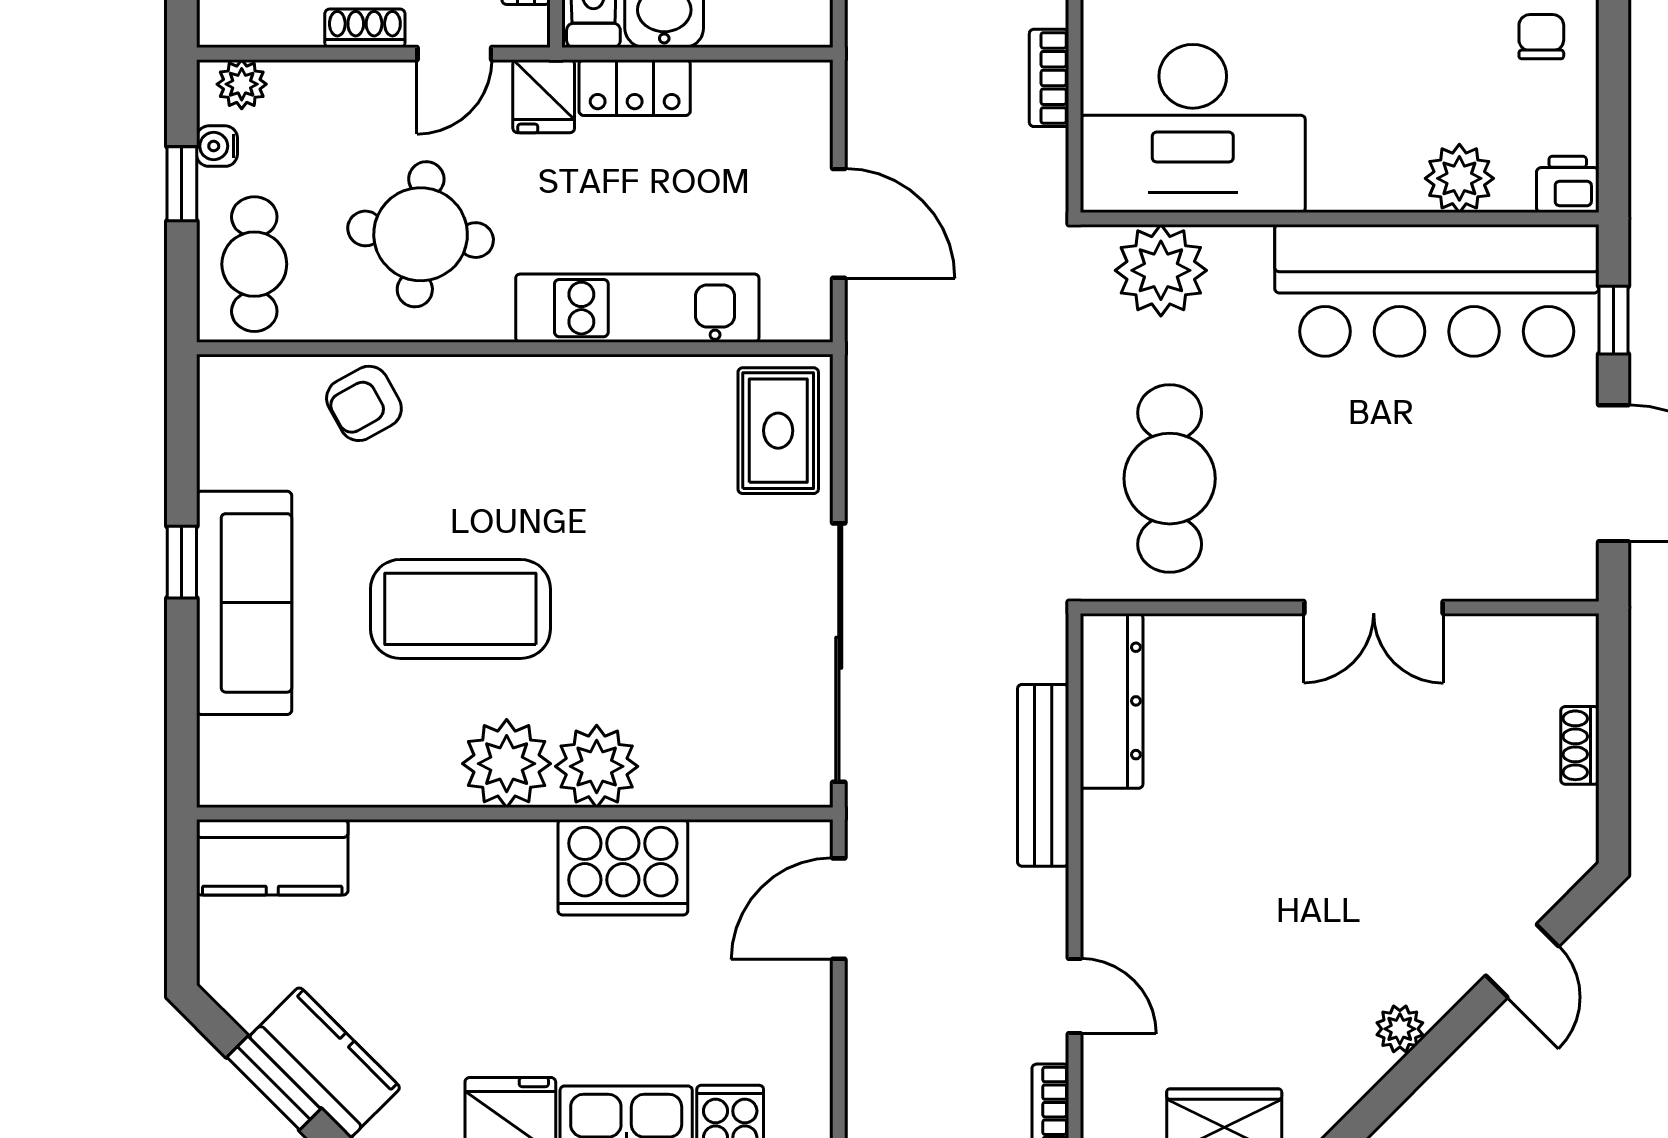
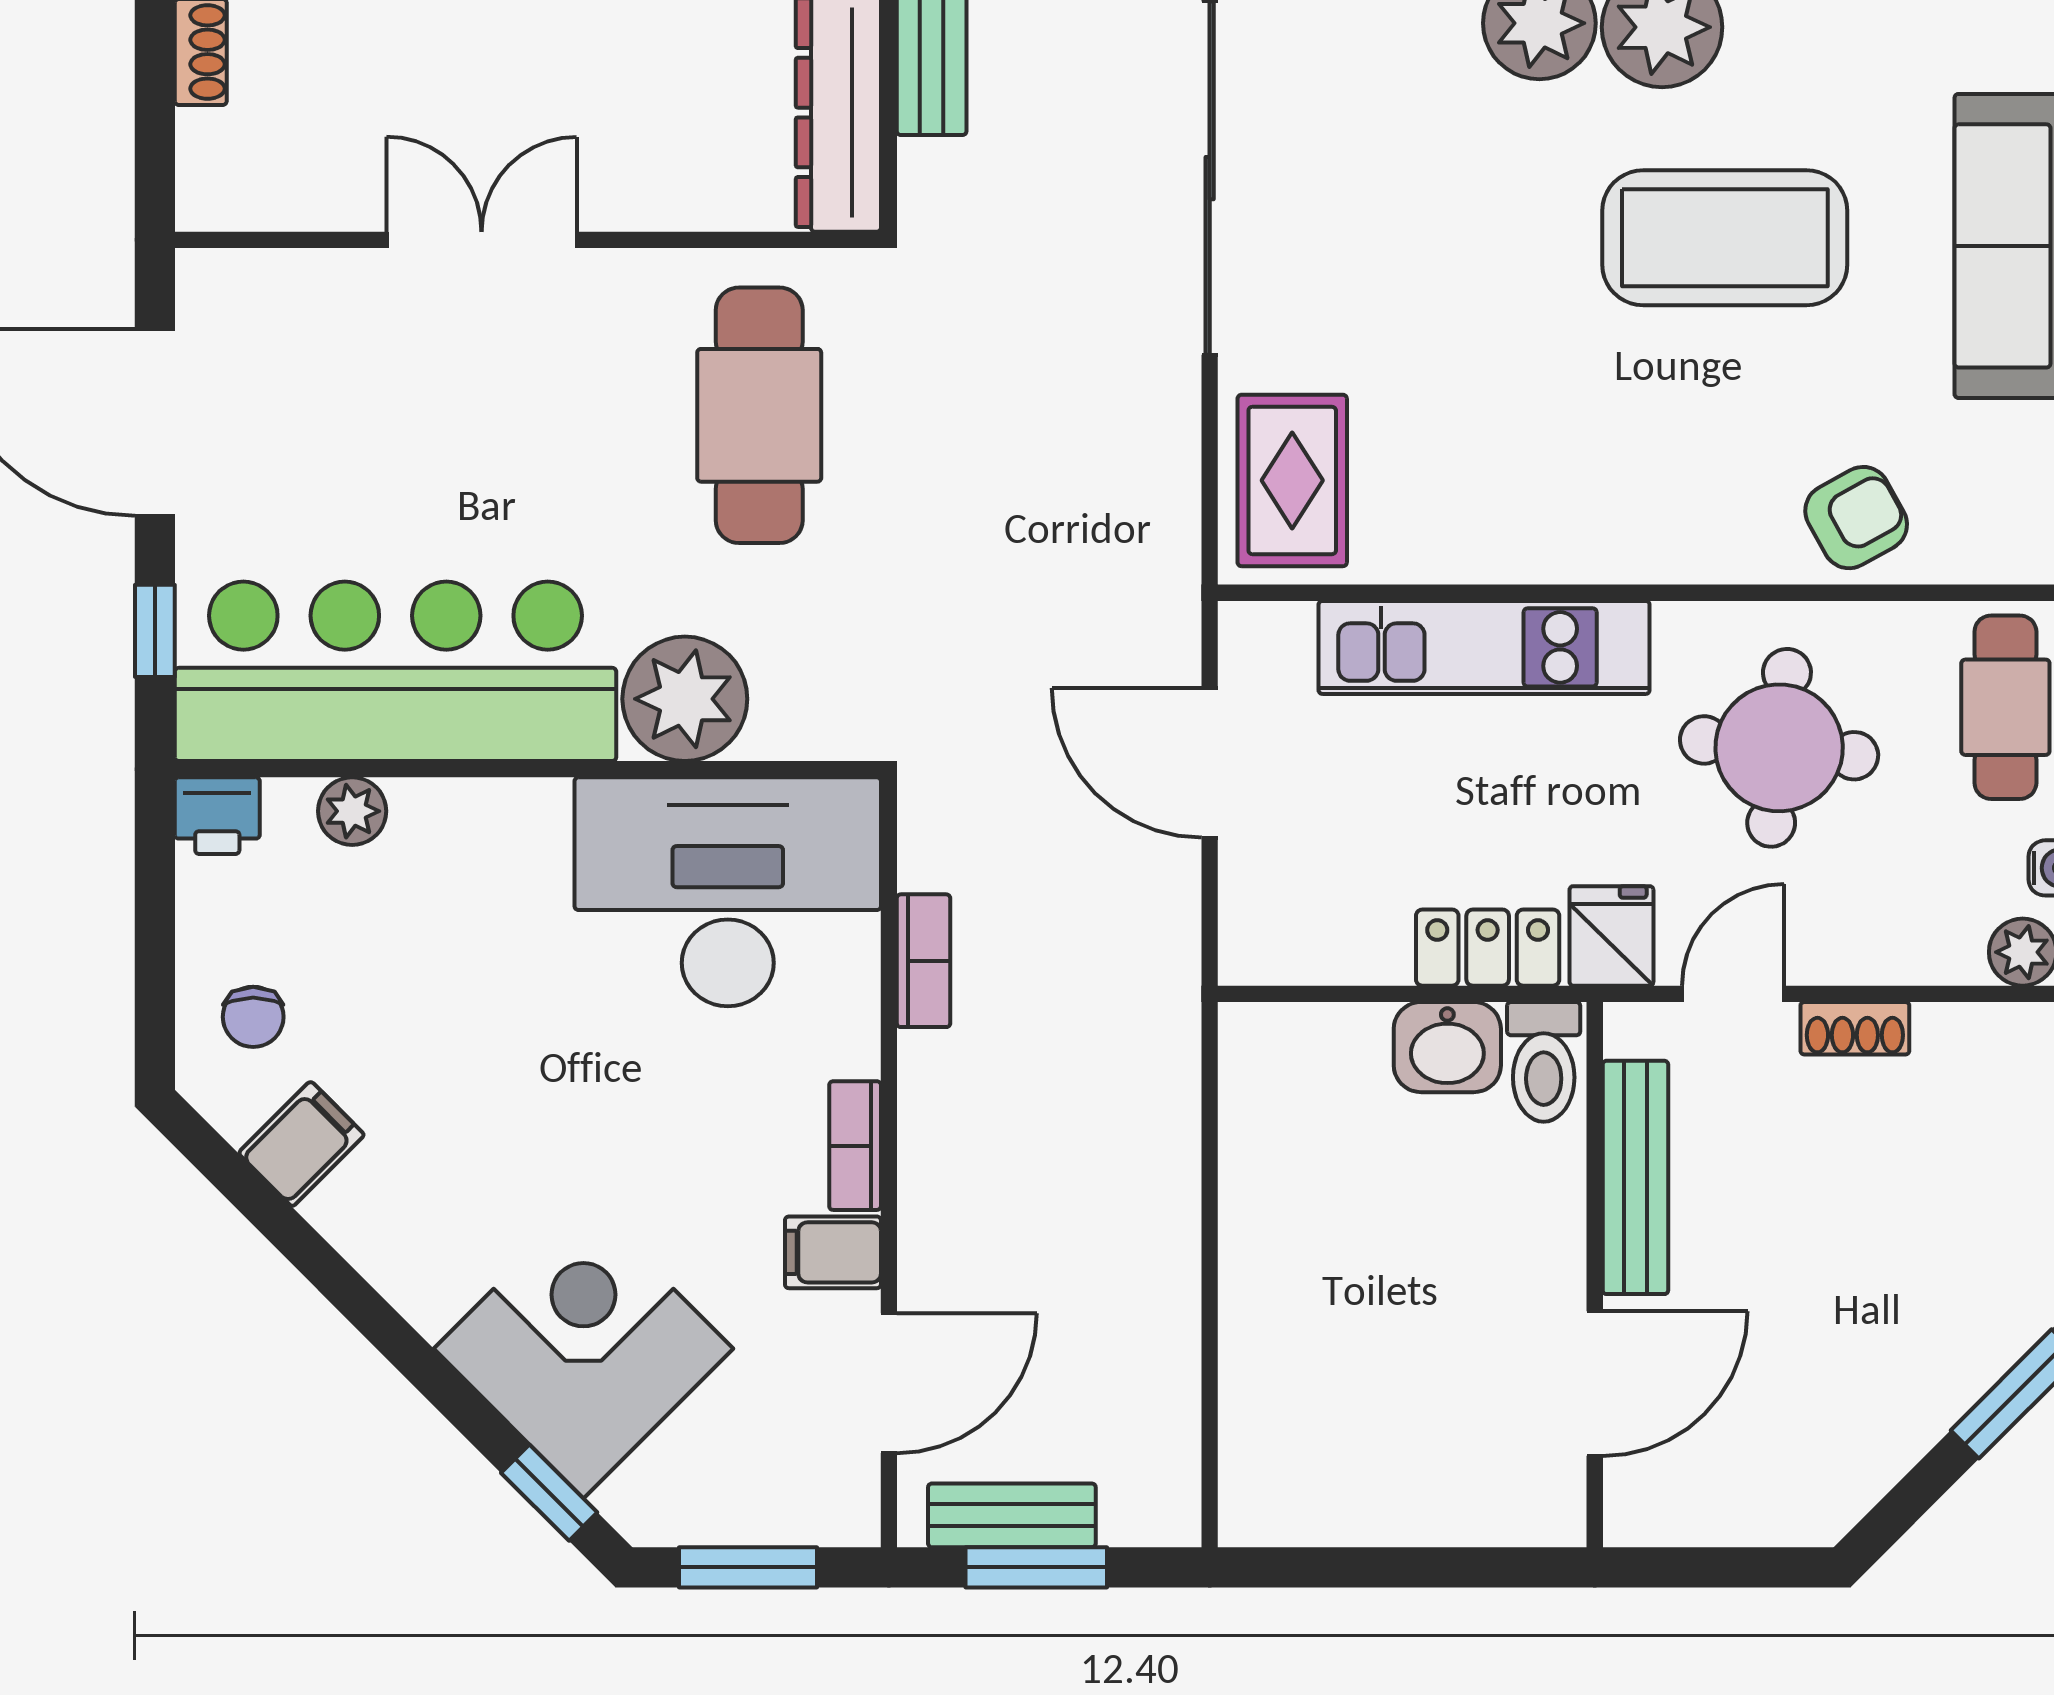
plant: (1459, 178) -> (352, 811), width x0.73, depth x0.73
plant: (1161, 270) -> (685, 699), moved

